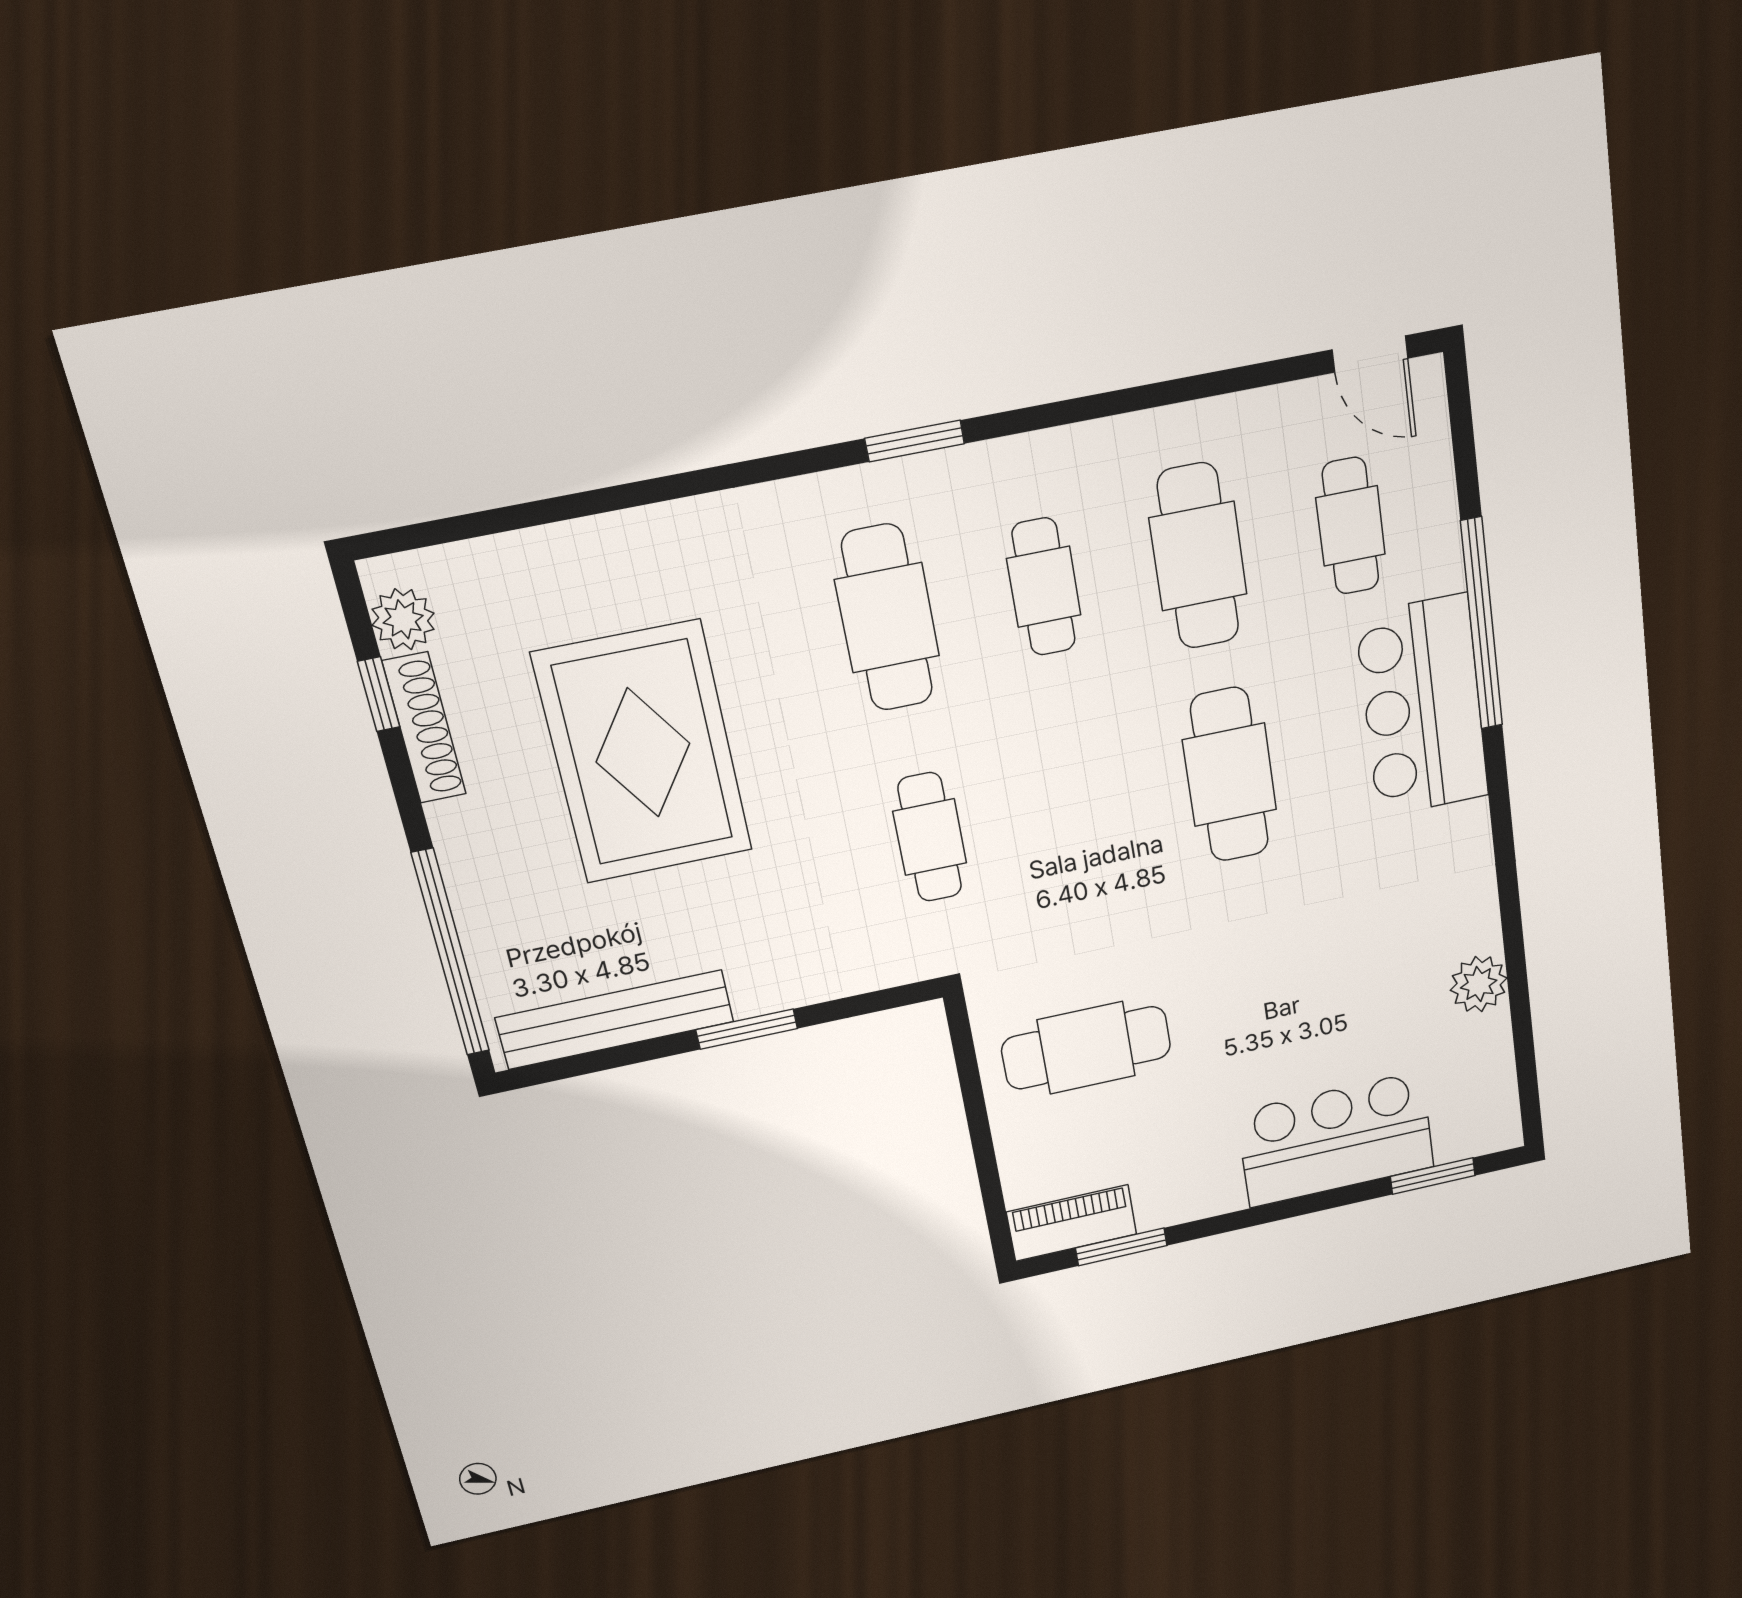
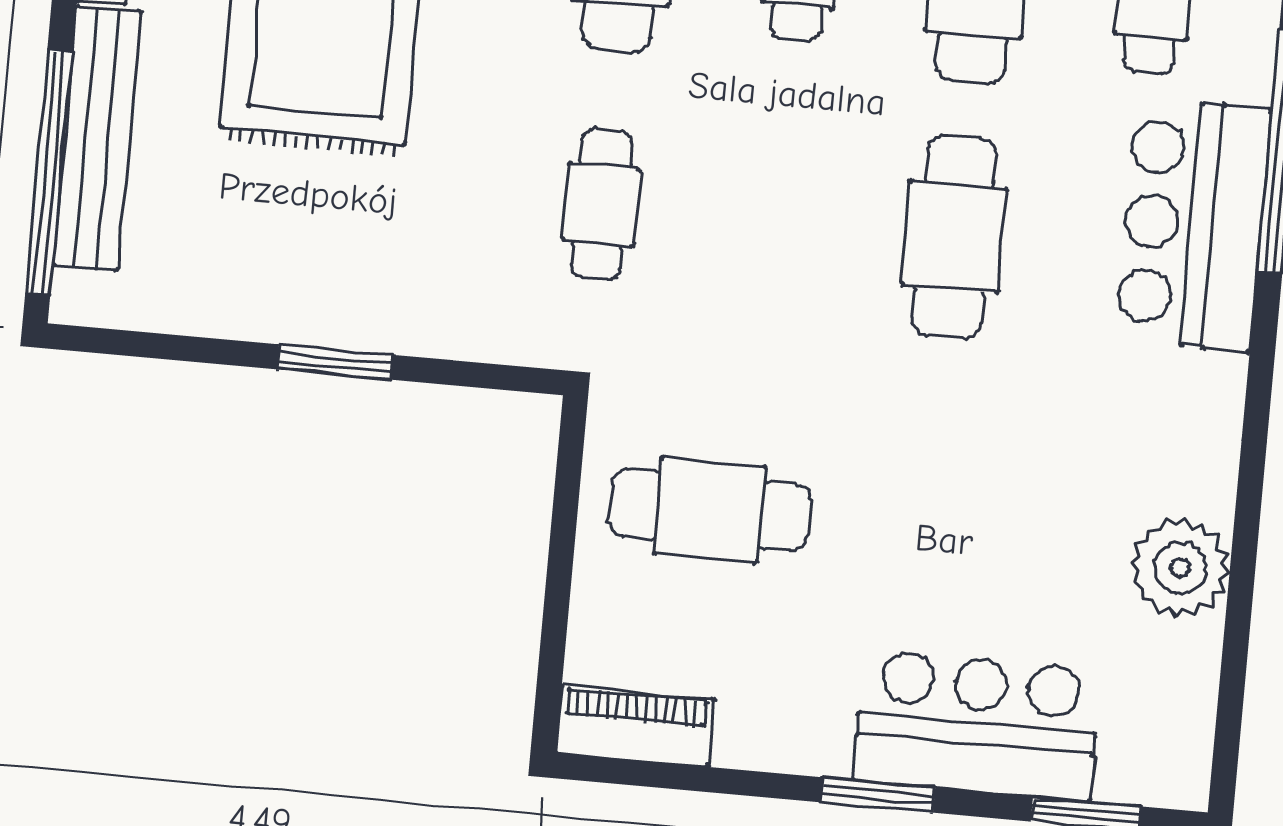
plant: (1479, 984) -> (1180, 568), width x1.36, depth x1.36
bench: (615, 1020) -> (97, 138), moved, turned 90
window: (1121, 1247) -> (878, 795), moved

